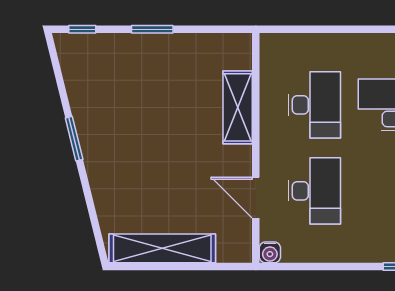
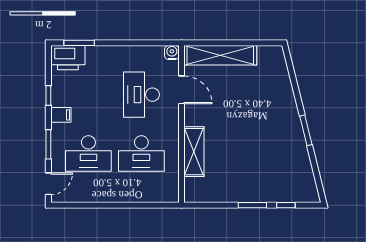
window: (82, 29) -> (286, 205), moved
desk: (314, 105) -> (141, 153), turned -90
shelving: (162, 248) -> (220, 55), moved

